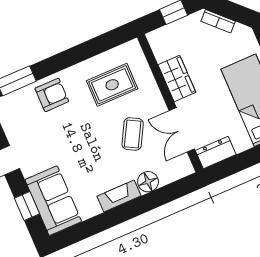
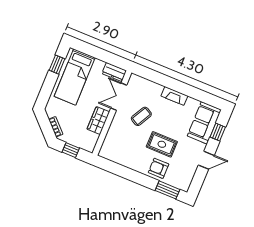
rug: (112, 85) -> (162, 144), moved
double door: (182, 130) -> (119, 97), swing flipped
floor lamp: (148, 182) -> (156, 89), removed

